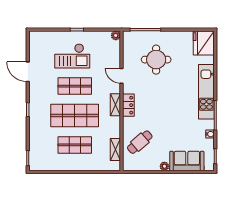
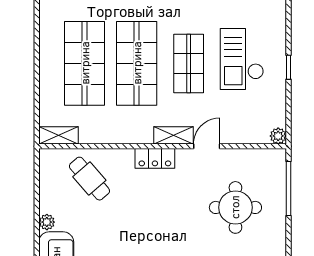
shelving: (115, 105) -> (174, 135), moved
shop shelf: (75, 145) -> (85, 63), width x1.43, depth x1.36
shelving: (115, 149) -> (58, 135), moved

